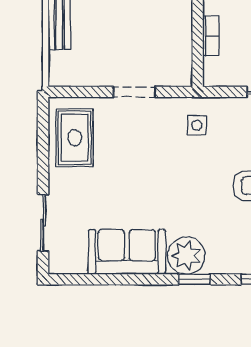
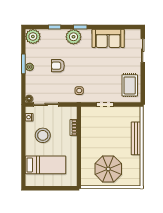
plant: (186, 256) -> (73, 37), moved

